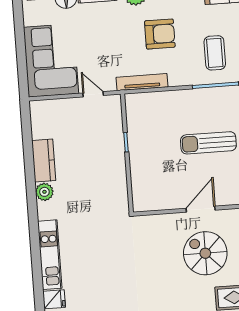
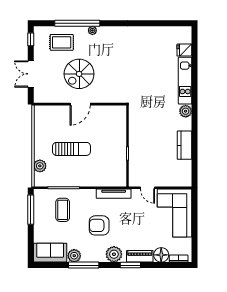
plant: (44, 192) -> (186, 111), moved
spiral stairs: (205, 253) -> (79, 74), turned 90

